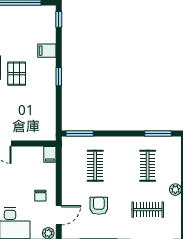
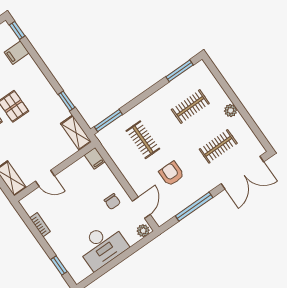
filing cabinet: (47, 51) -> (17, 53), moved
window: (59, 77) -> (67, 101), moved
shelving: (49, 126) -> (76, 133), added
clothes rail: (148, 166) -> (190, 106), turned 90

